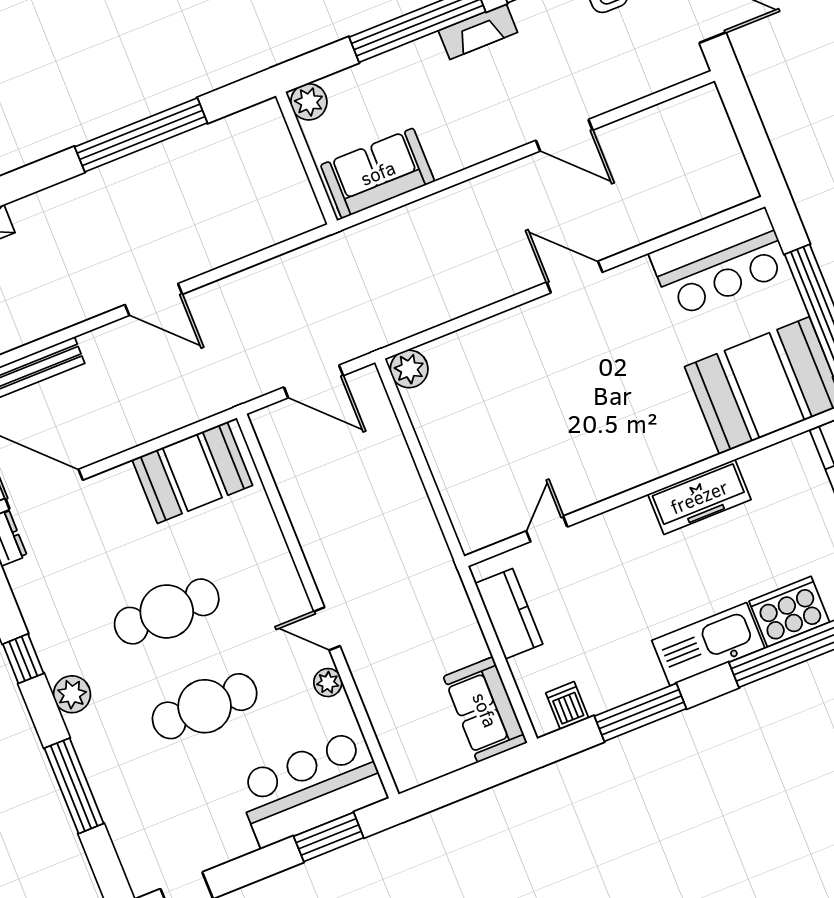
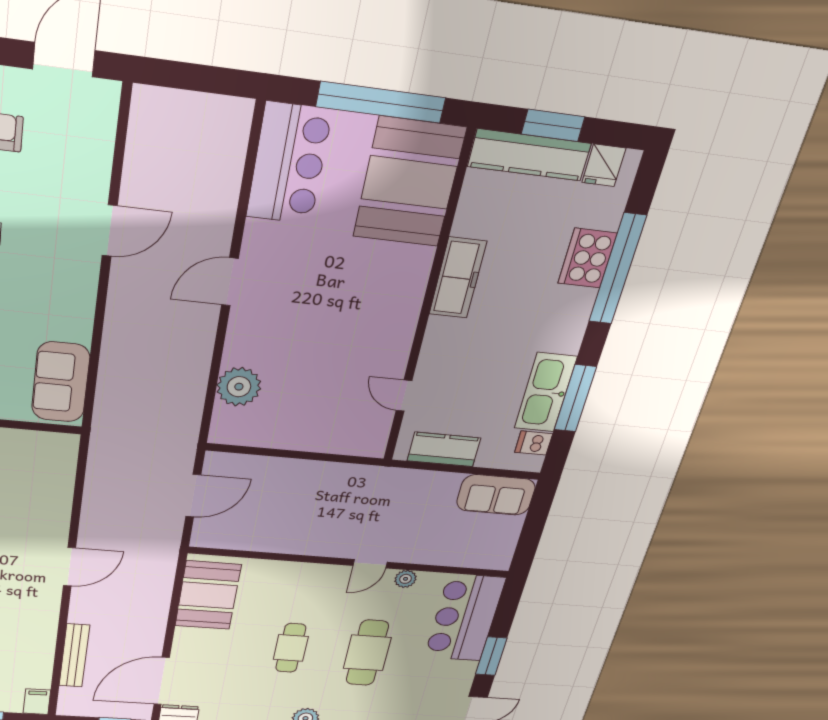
plant: (409, 369) -> (239, 387), moved, width x1.36, depth x1.36
cafe table: (167, 611) -> (291, 648), width x0.73, depth x0.74
kitchen sink: (708, 644) -> (546, 393), moved
window: (329, 837) -> (491, 656), moved

